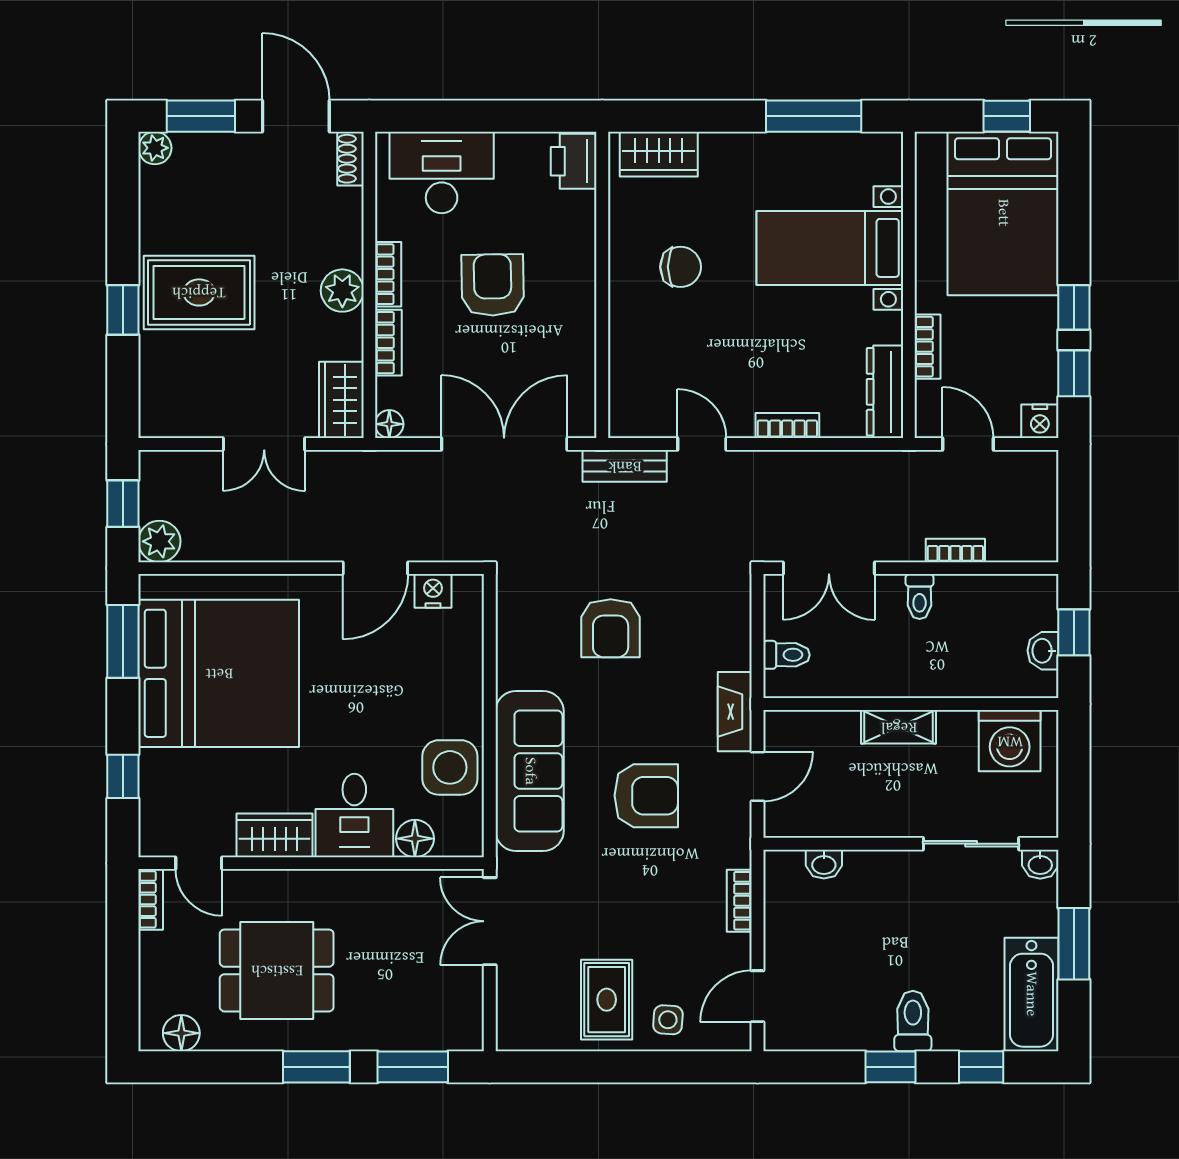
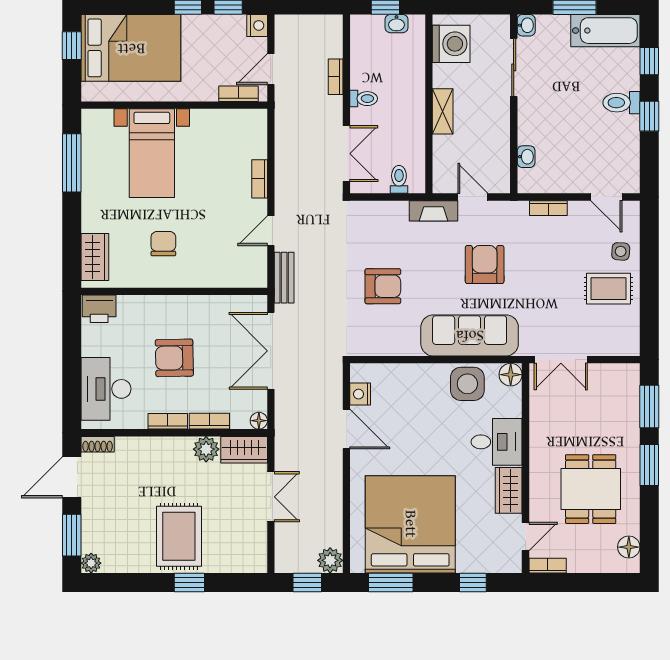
plant: (342, 291) -> (206, 449), moved
bookcase: (928, 347) -> (238, 94), moved
dresser: (885, 392) -> (239, 120), removed
floor lamp: (415, 839) -> (511, 375), moved

